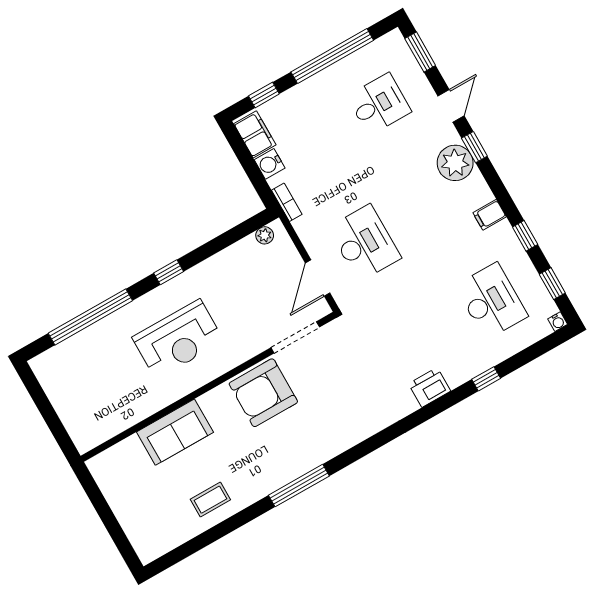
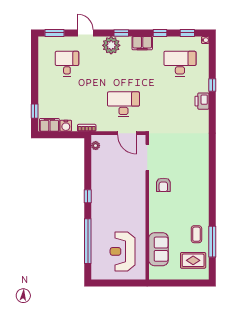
window: (332, 56) -> (35, 72), removed
window: (474, 147) -> (121, 33), moved
filing cabinet: (490, 215) -> (142, 43), width x2.00
reception desk: (178, 339) -> (123, 251), moved, turned 180
printer: (429, 387) -> (202, 101), moved
armchair: (263, 393) -> (163, 185), width x0.53, depth x0.53
sofa: (175, 432) -> (159, 249), moved
window: (299, 486) -> (212, 242), moved
rug: (161, 520) -> (193, 260), added

